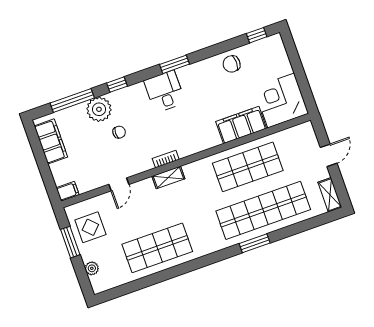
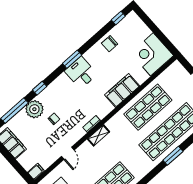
desk: (165, 91) -> (81, 73), moved
filing cabinet: (241, 125) -> (122, 90), moved

